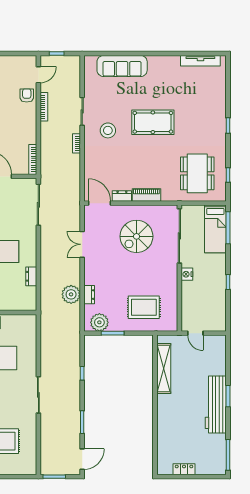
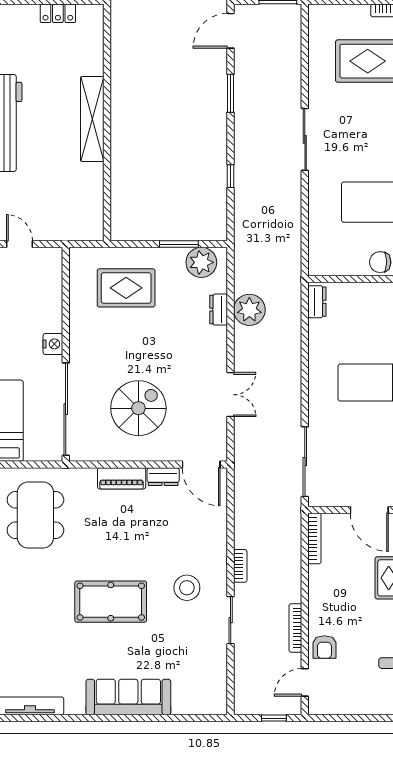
sofa: (122, 66) -> (128, 697), moved
dresser: (31, 276) -> (317, 302), moved
door: (195, 333) -> (20, 244), moved
shelving: (164, 369) -> (92, 119), moved

